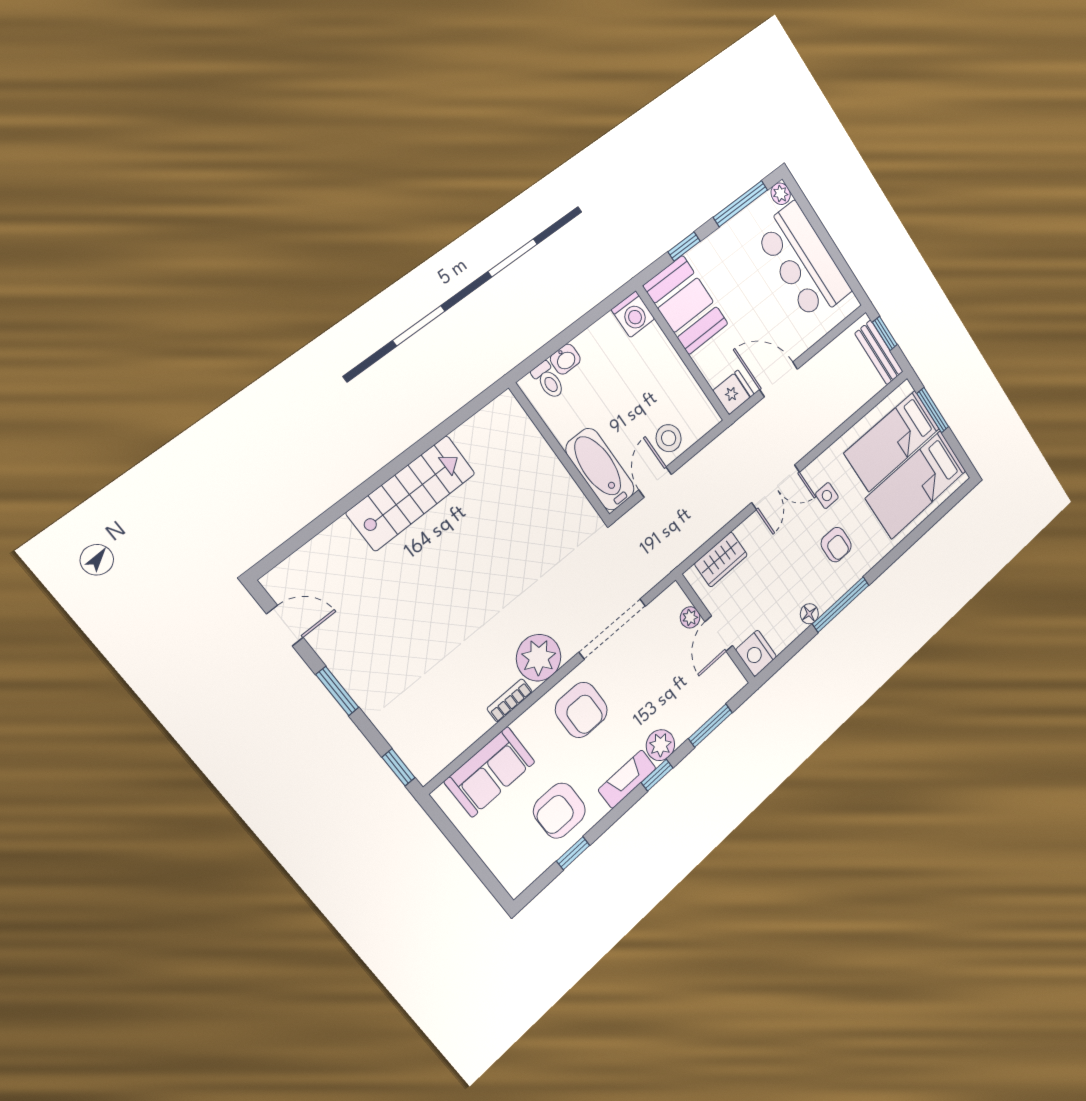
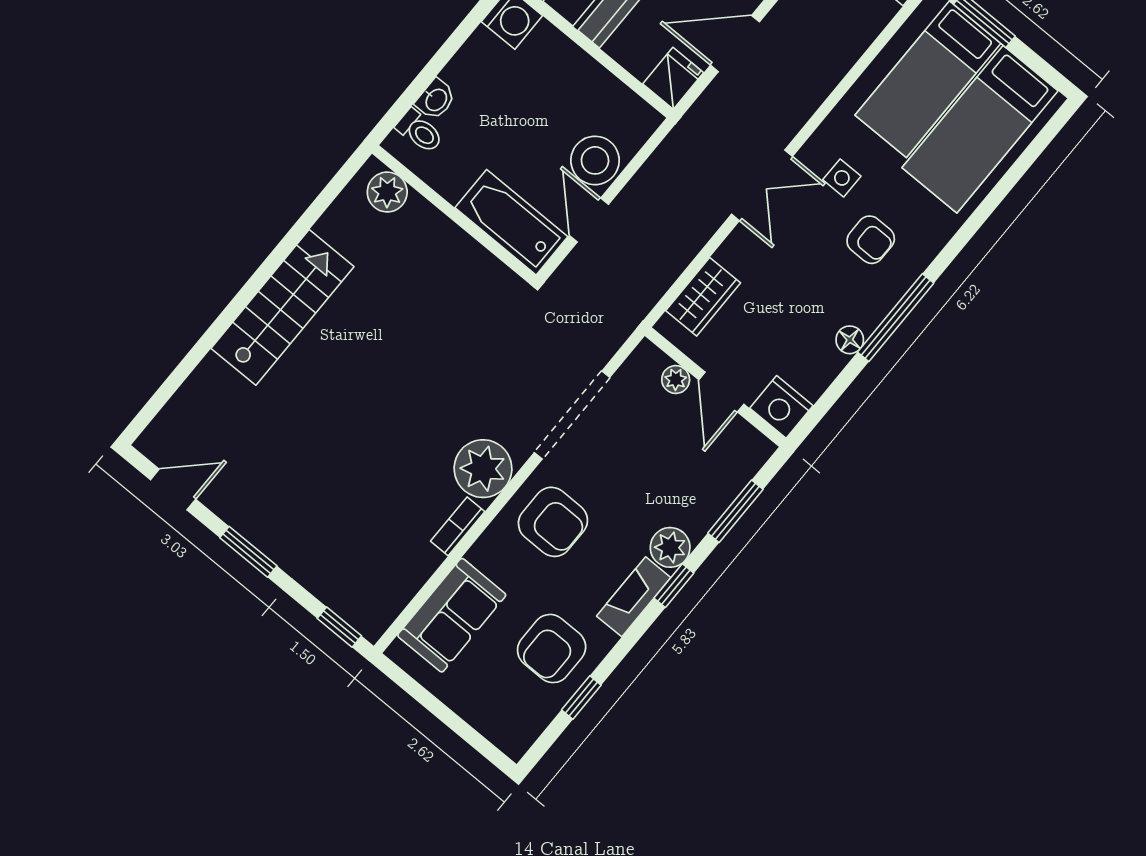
plant: (514, 421) -> (387, 192), added
stool: (669, 438) -> (595, 160), width x1.38, depth x1.38

